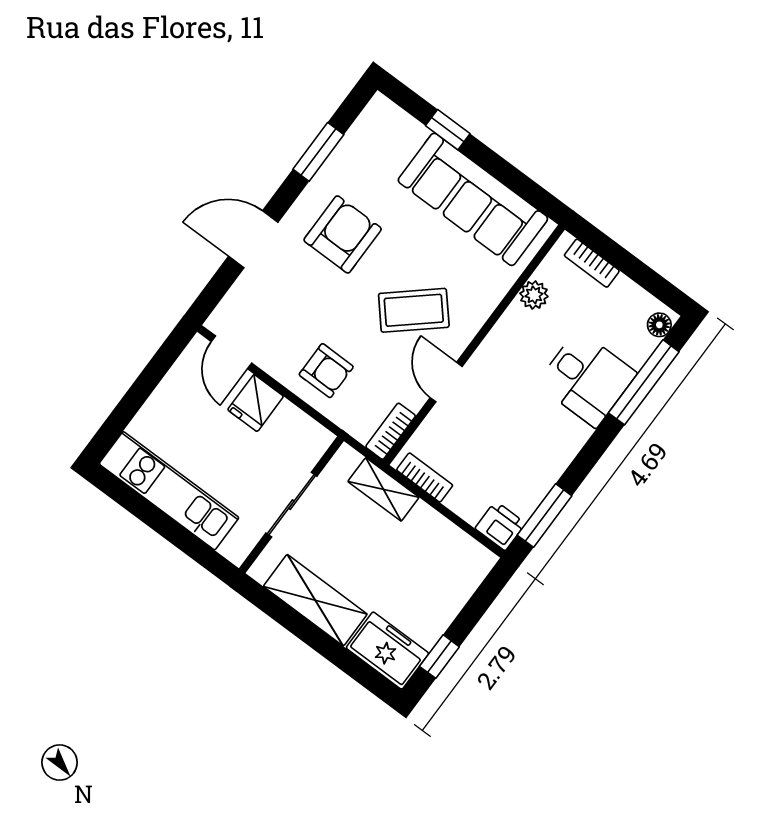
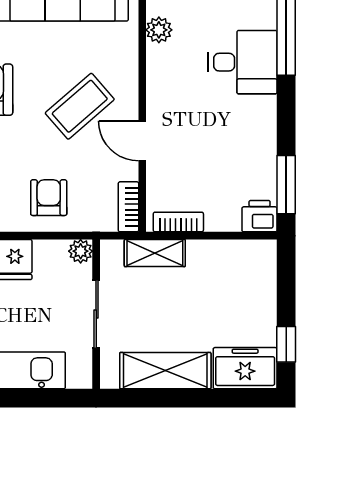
armchair: (326, 371) -> (49, 198), turned -90
plant: (319, 439) -> (81, 251), added

